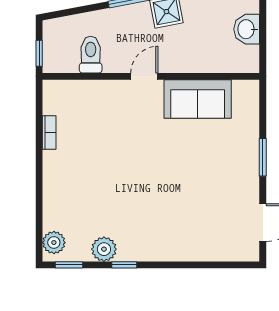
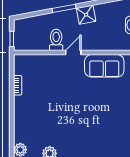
toilet: (91, 55) -> (56, 40), moved

